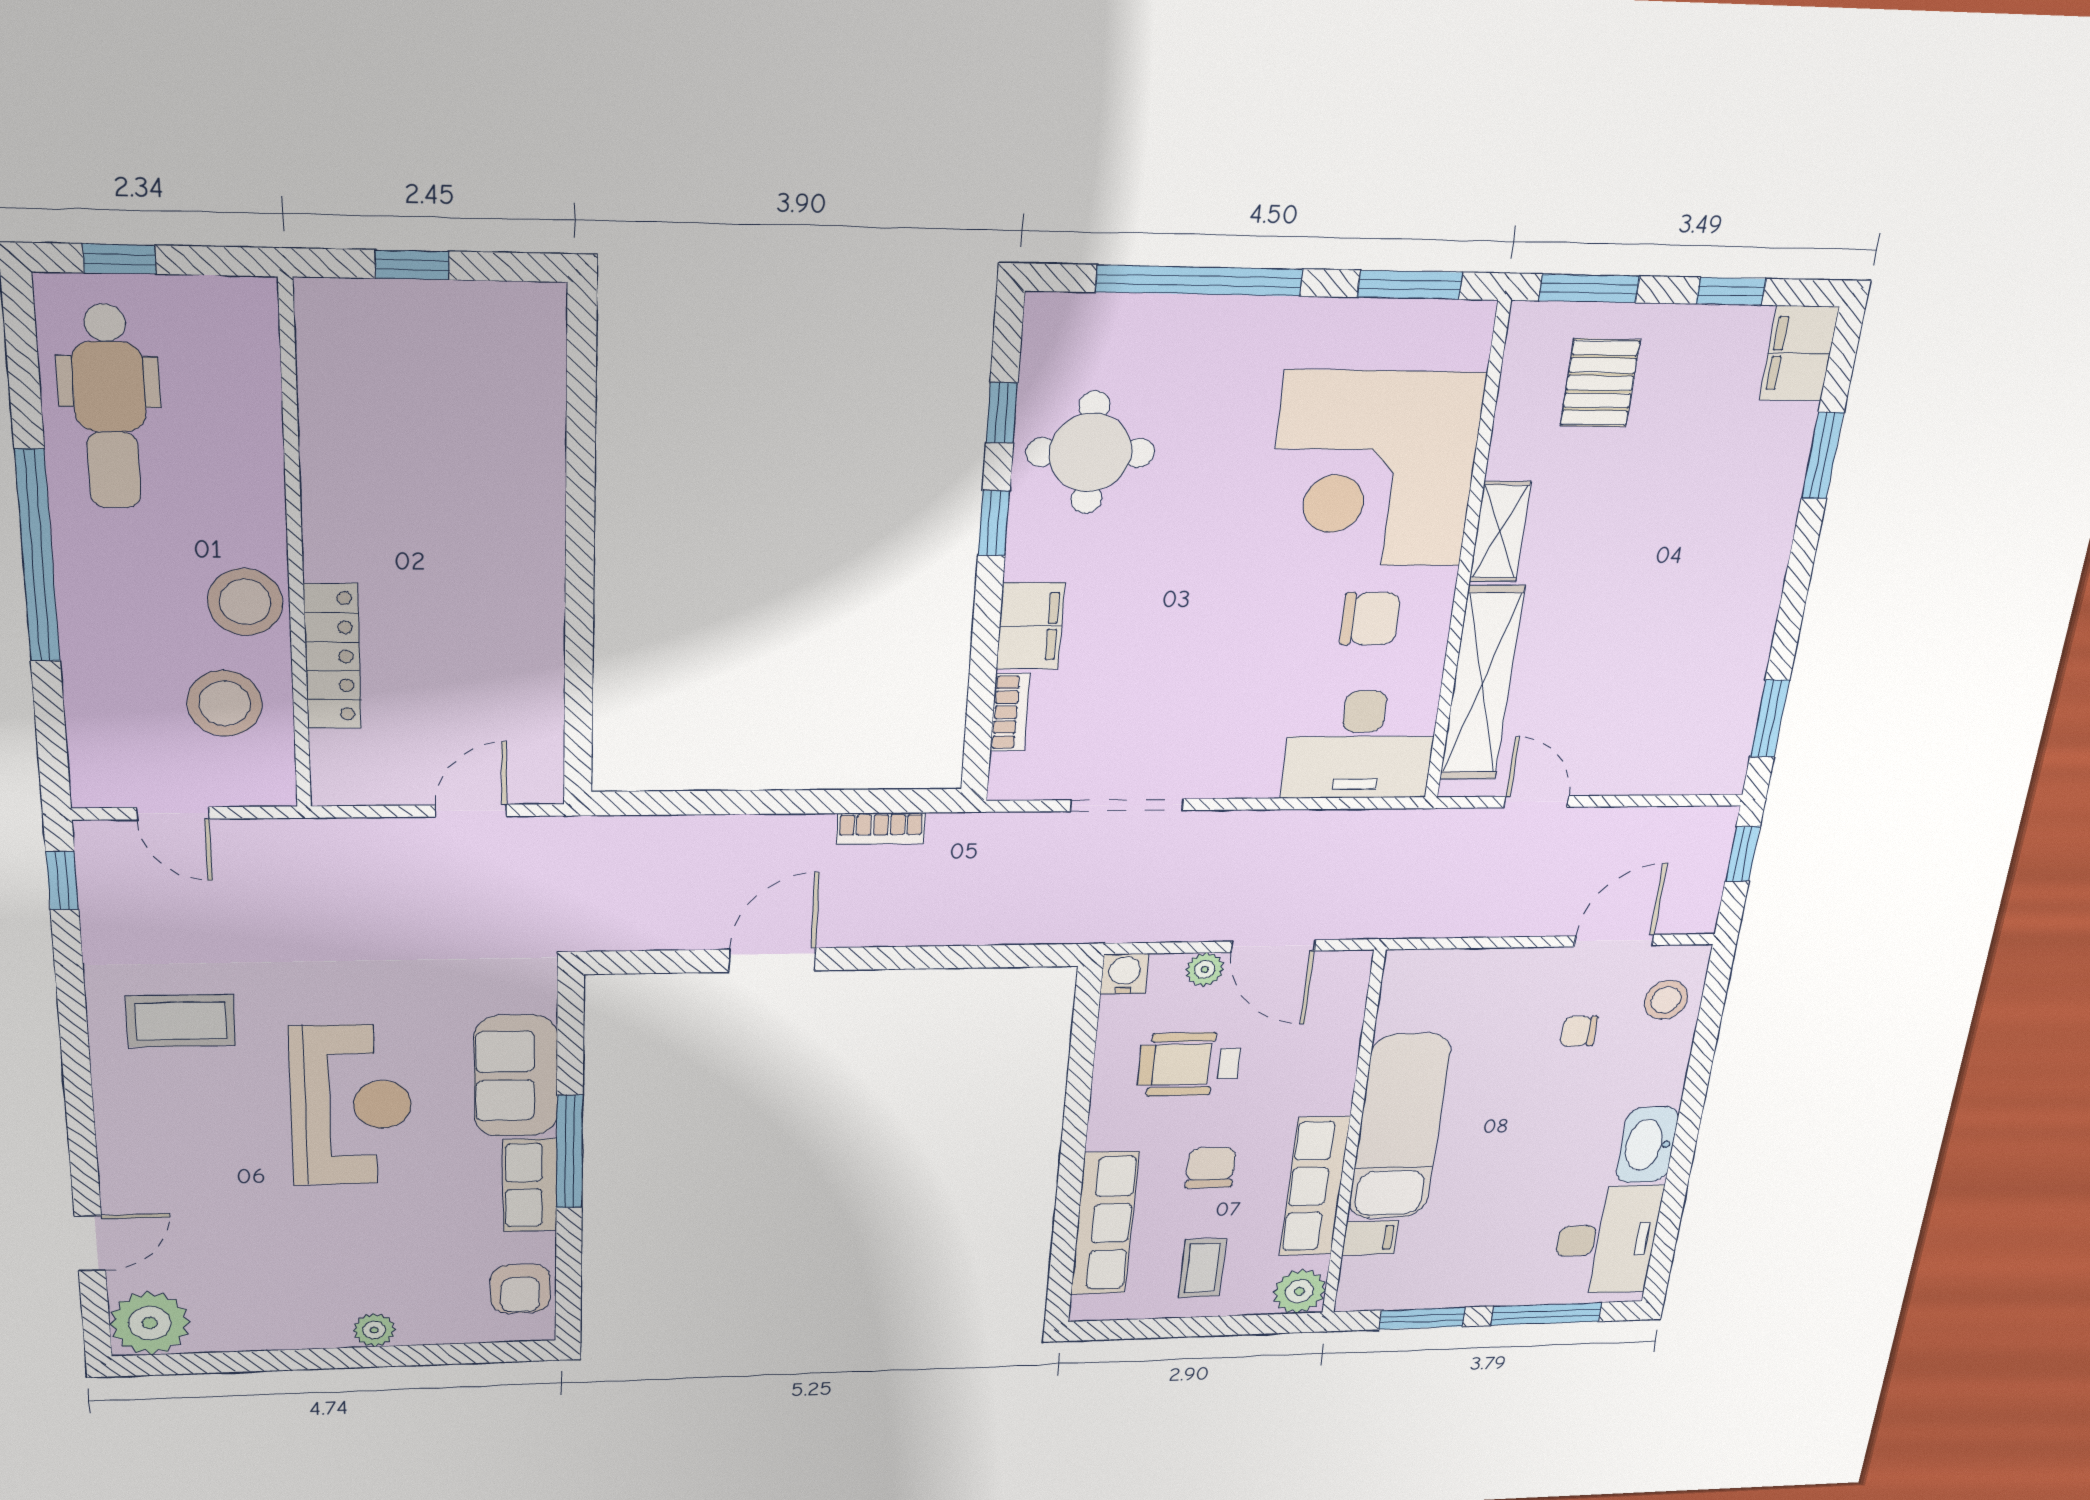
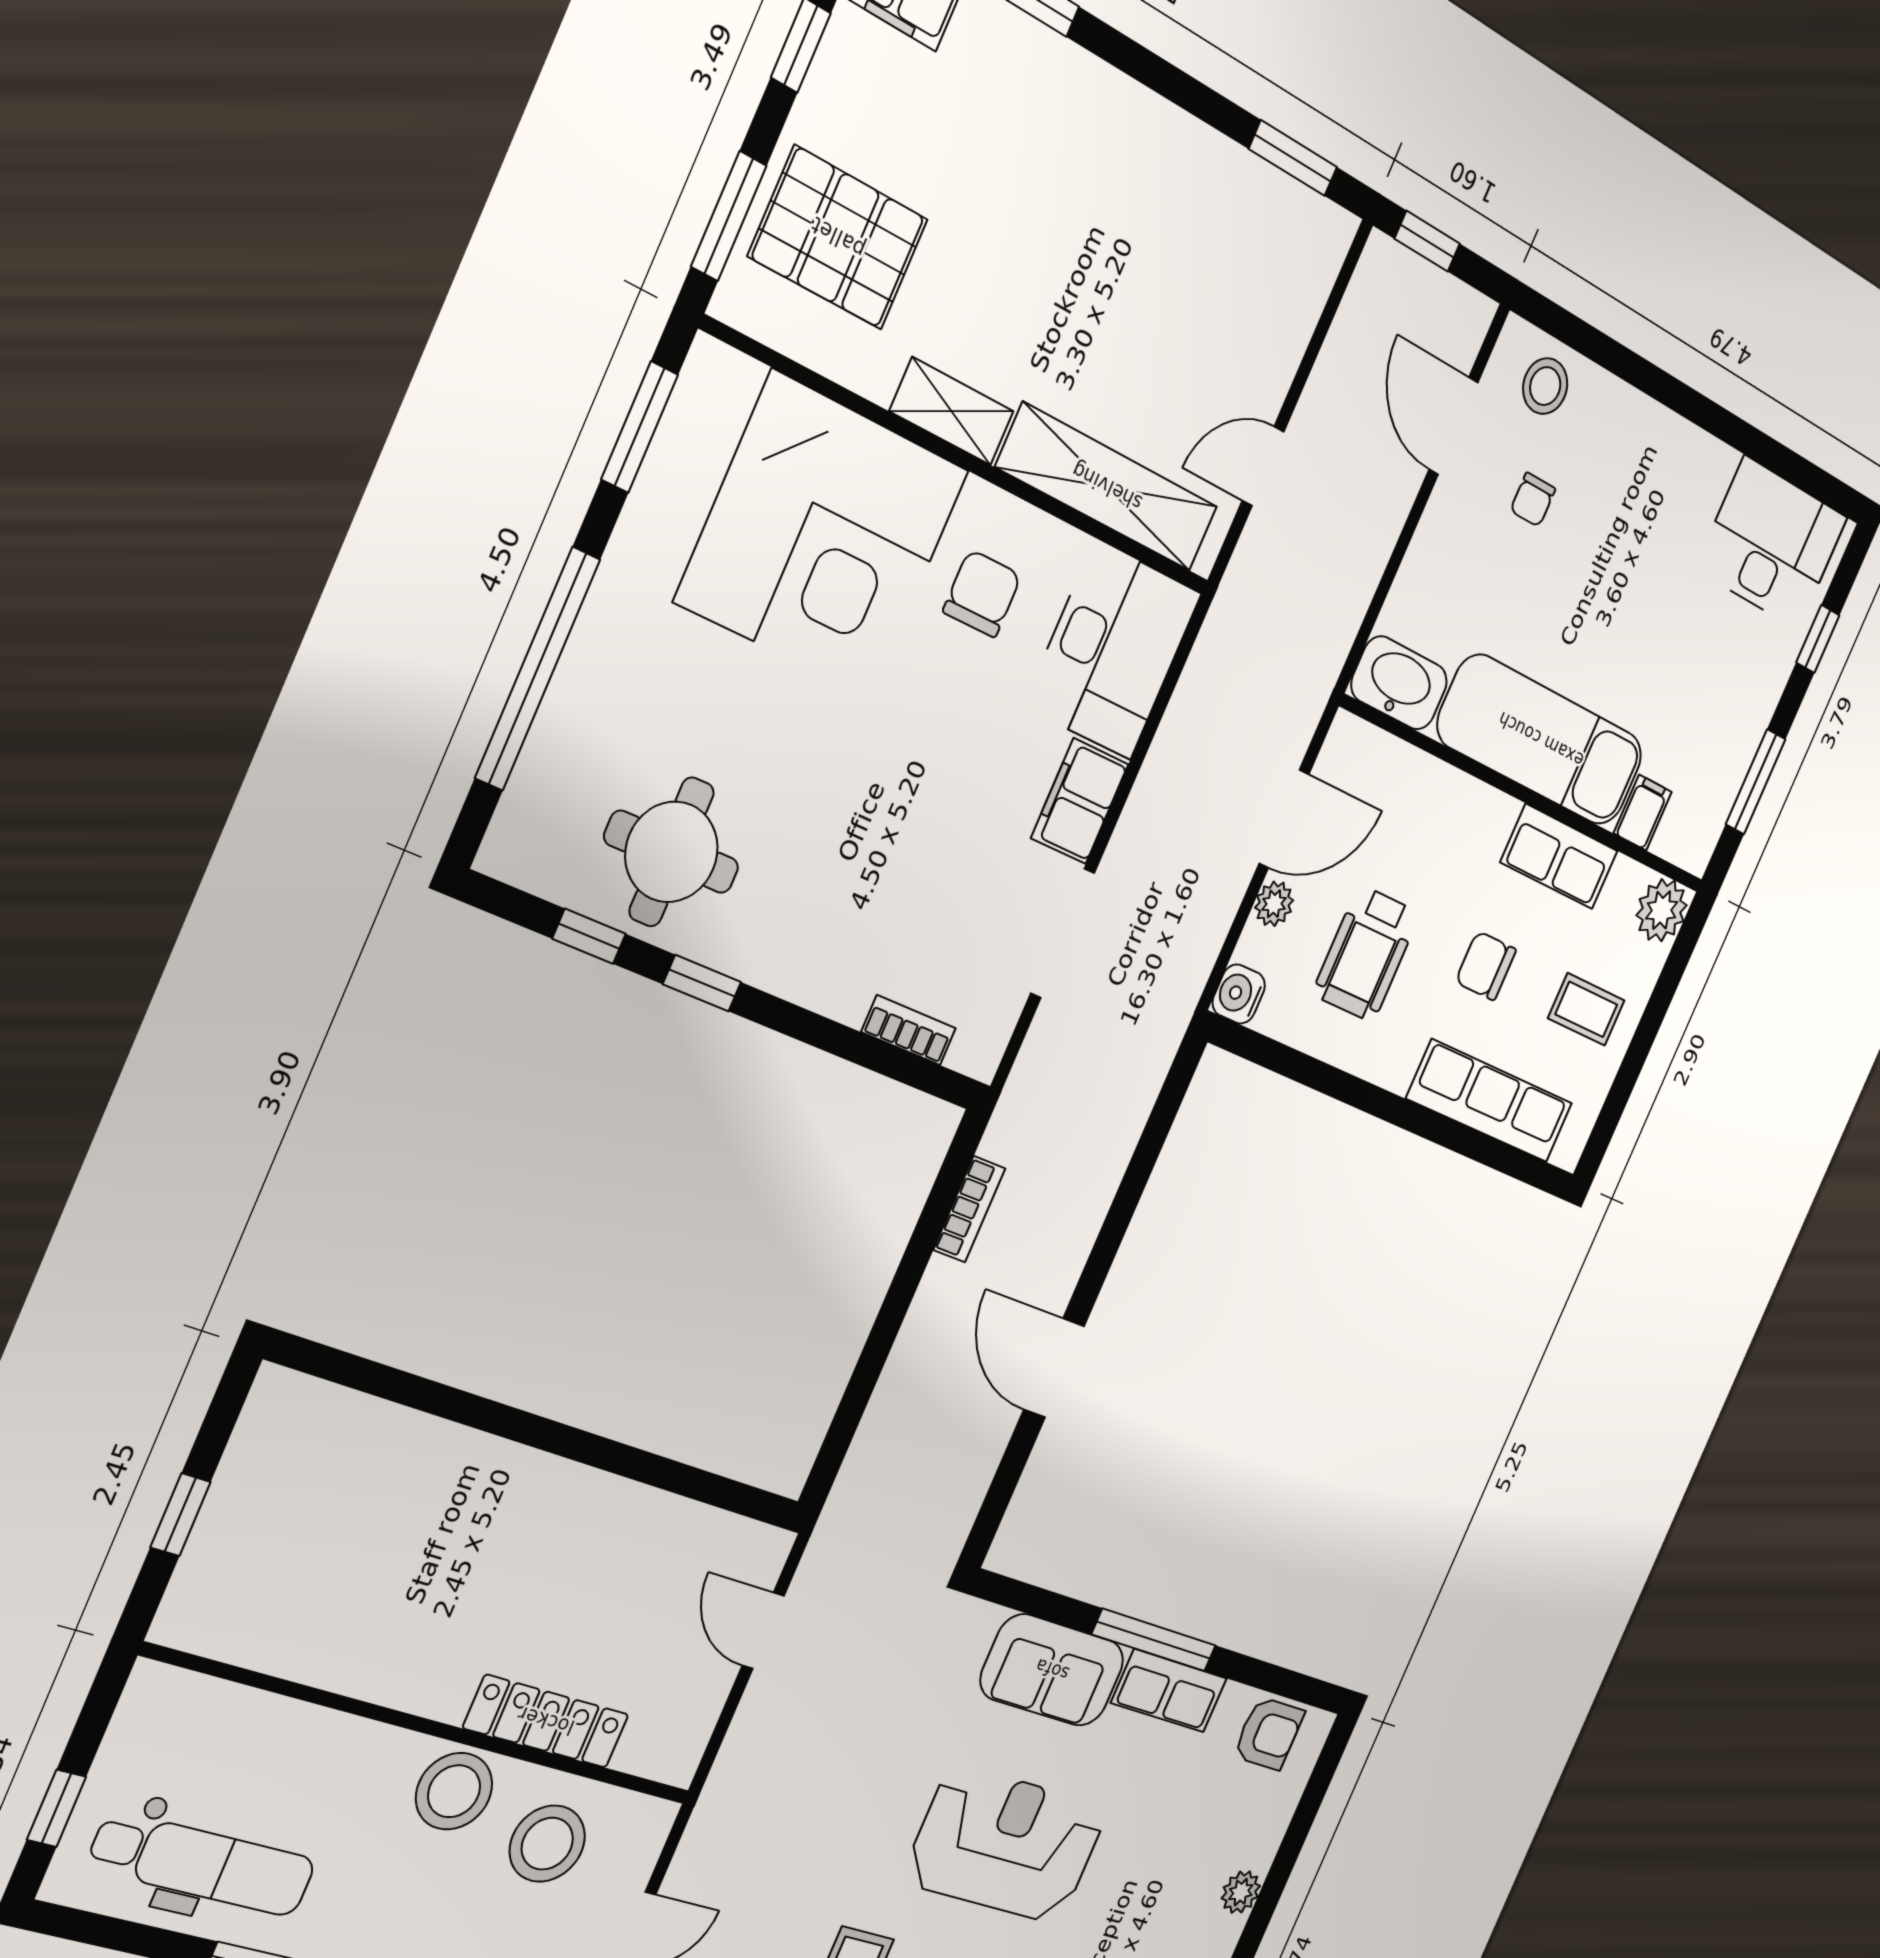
pallet: (1600, 383) -> (838, 238), width x1.50, depth x1.42
filing cabinet: (1030, 626) -> (1080, 801), moved, turned -90
washbasin: (1647, 1145) -> (1399, 683), moved, turned 180
row of seats: (1315, 1186) -> (1559, 857), width x0.68
window: (1546, 1314) -> (1818, 639), width x0.46

